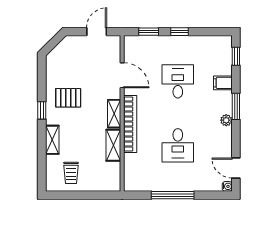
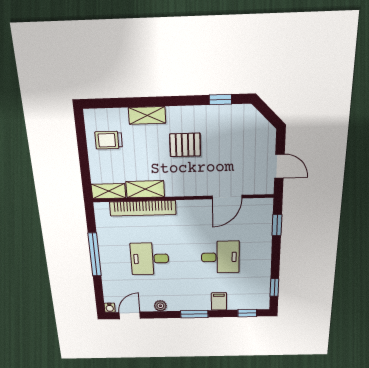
window: (179, 32) -> (274, 287), moved
pallet: (68, 98) -> (185, 145), moved, turned 90
window: (42, 110) -> (220, 100), moved
shelving: (114, 114) -> (108, 191), moved
plant: (226, 120) -> (160, 306), moved
bookcase: (130, 124) -> (143, 208), moved

